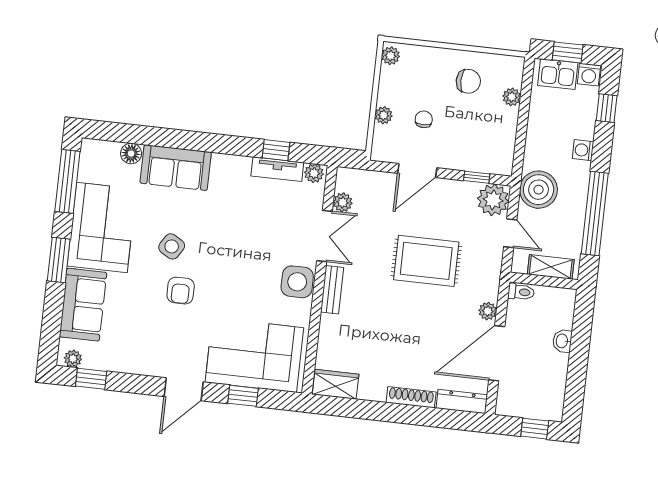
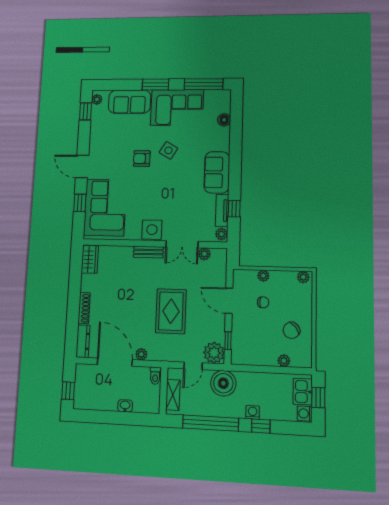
chair: (468, 81) -> (291, 330), turned 51
window: (607, 108) -> (261, 426), moved
sofa: (176, 168) -> (217, 172), moved

